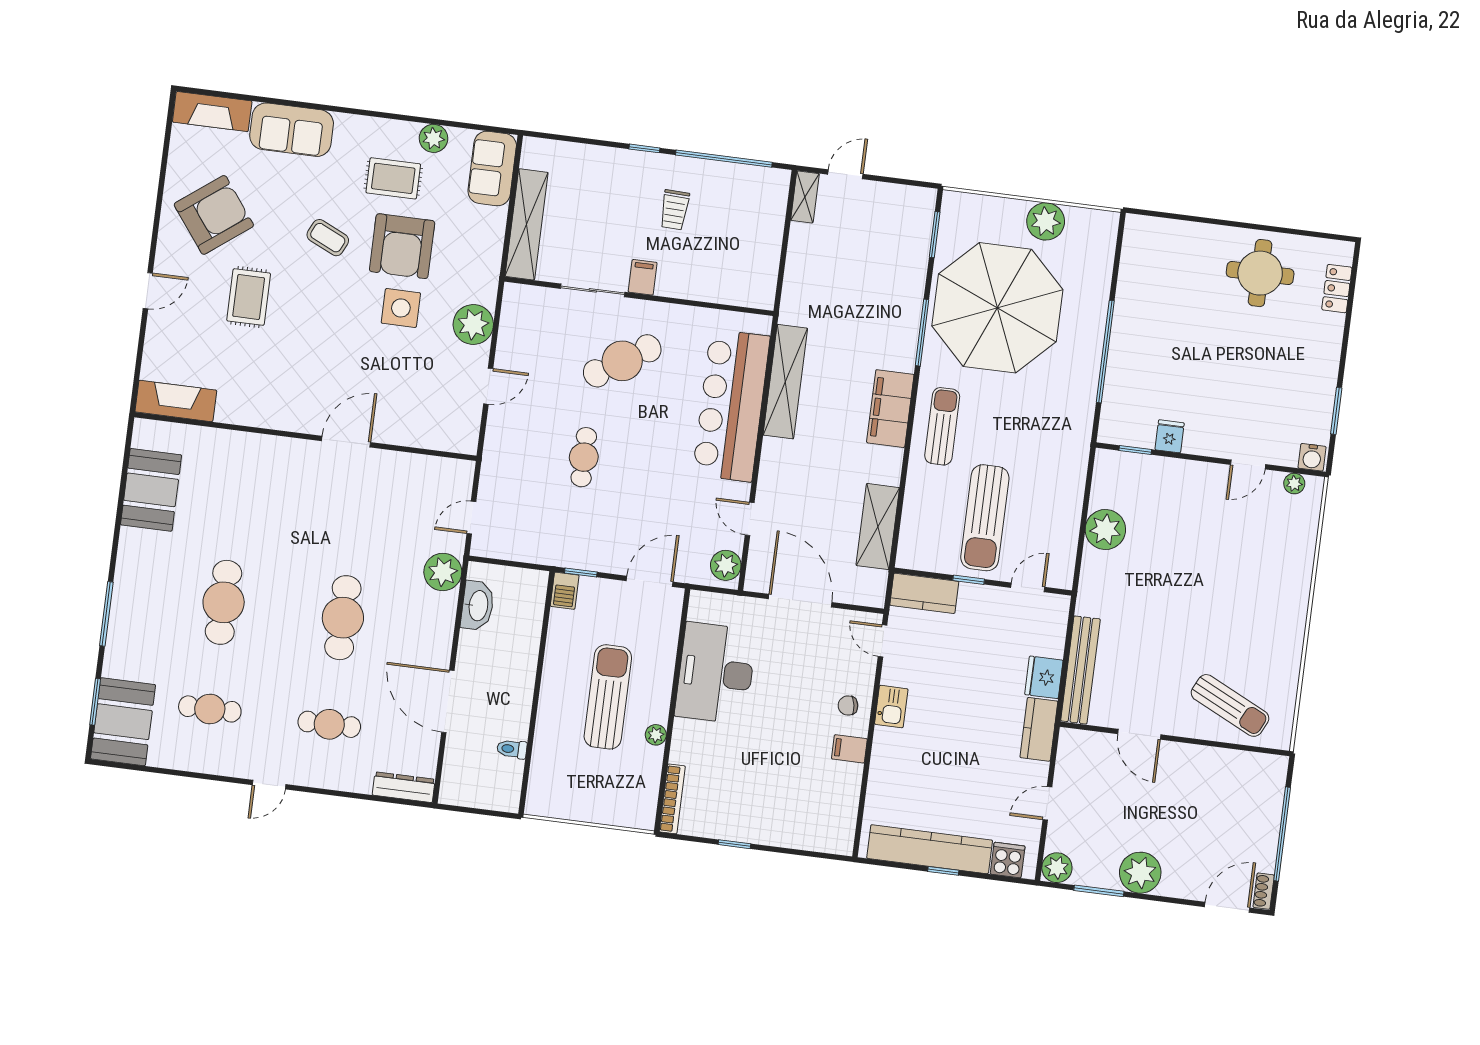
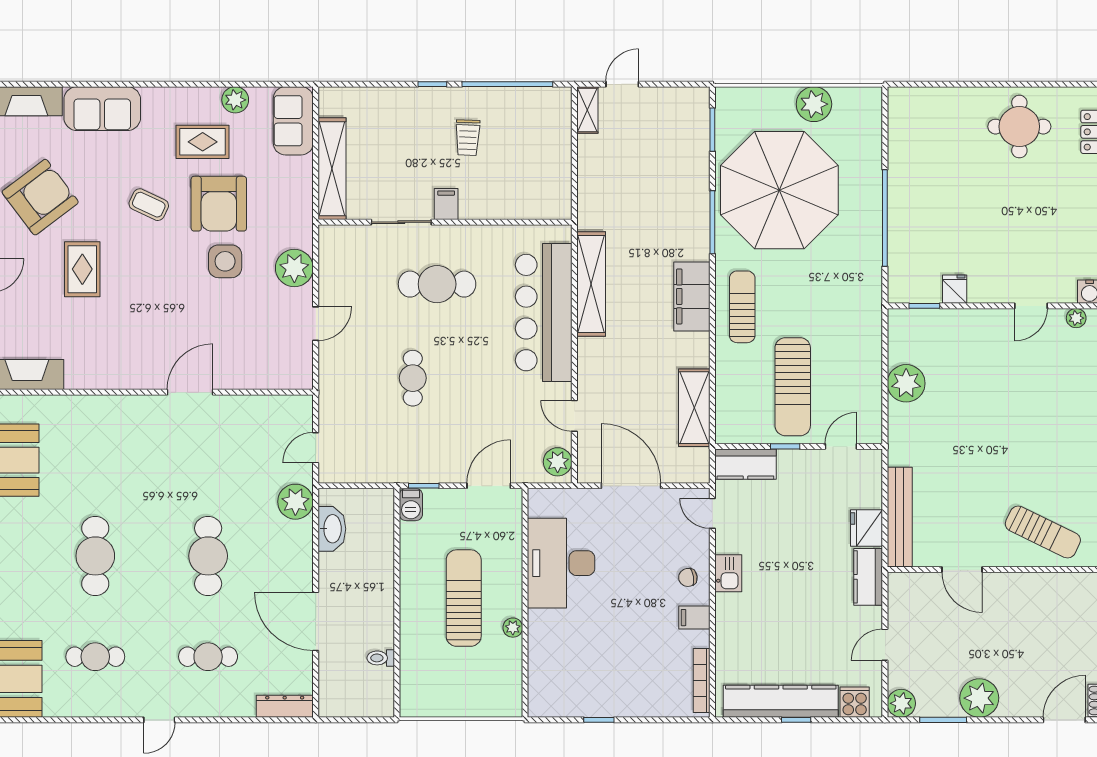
cafe table: (622, 361) -> (437, 284), turned 33
bookcase: (672, 799) -> (702, 680), moved, turned 180

